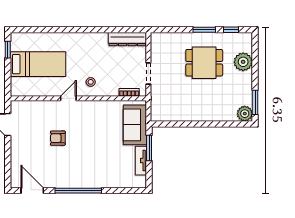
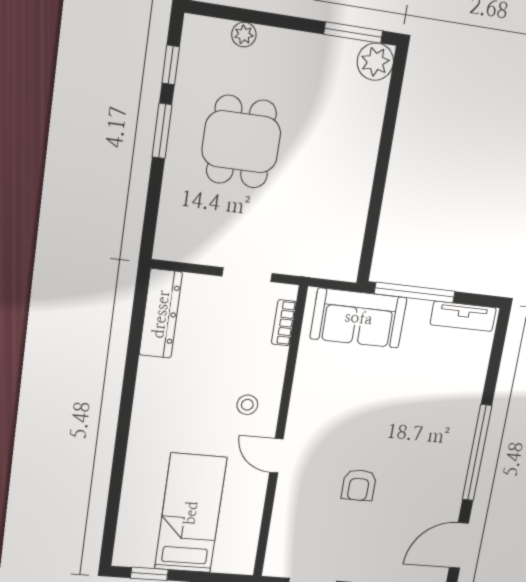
plant: (243, 62) -> (244, 35), width x0.53, depth x0.53
window: (149, 148) -> (415, 293), width x1.44
tv unit: (141, 161) -> (463, 316), moved

